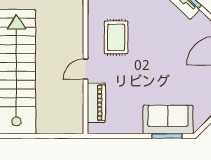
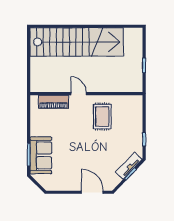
rug: (116, 37) -> (102, 117), turned 90

